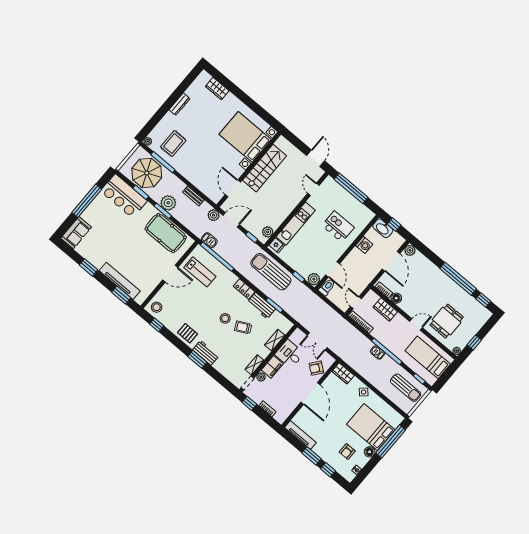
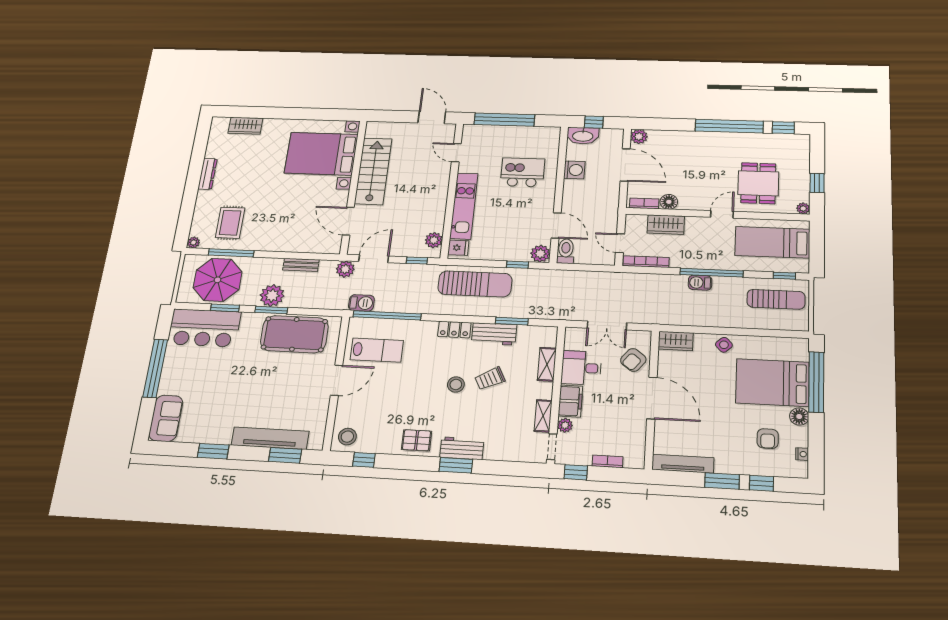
sun lounger: (271, 272) -> (475, 284), turned 180

